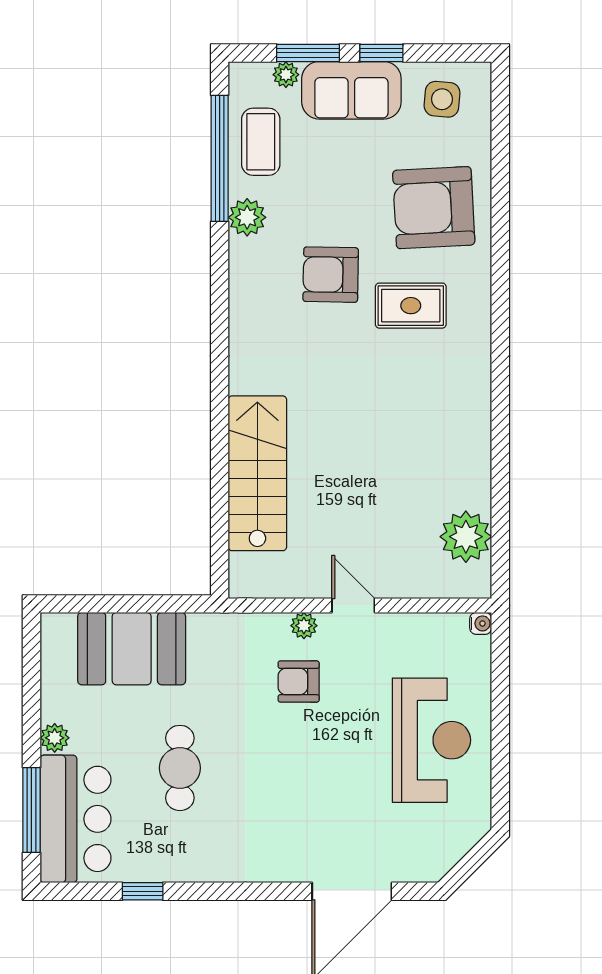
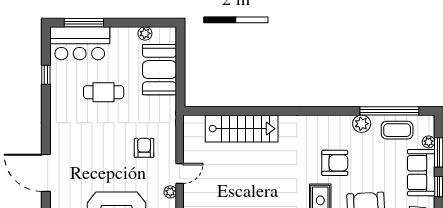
armchair: (331, 275) -> (335, 163), turned 89
plant: (304, 626) -> (170, 192), moved
plant: (55, 738) -> (145, 33), moved

